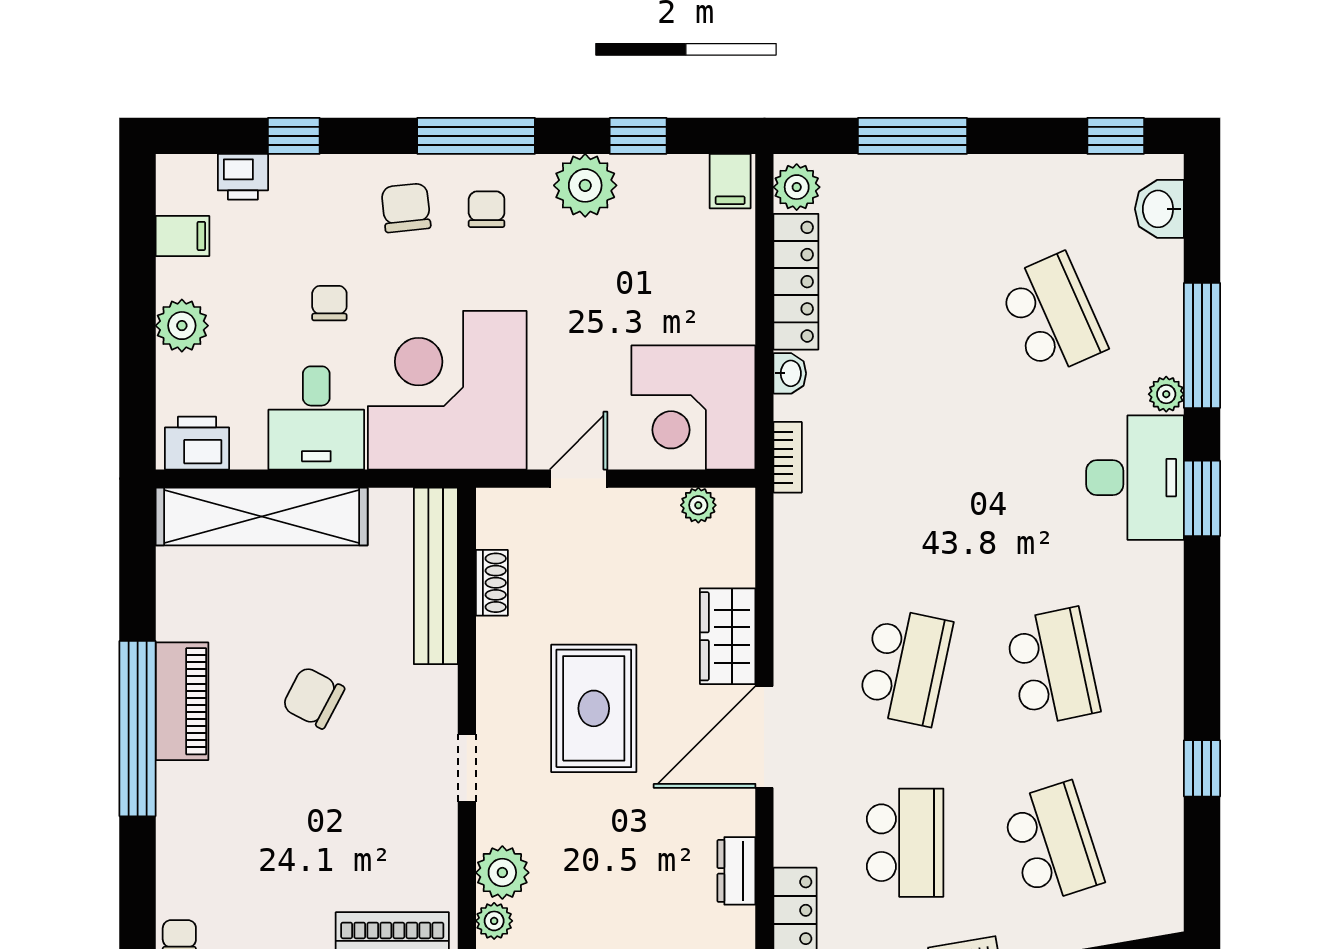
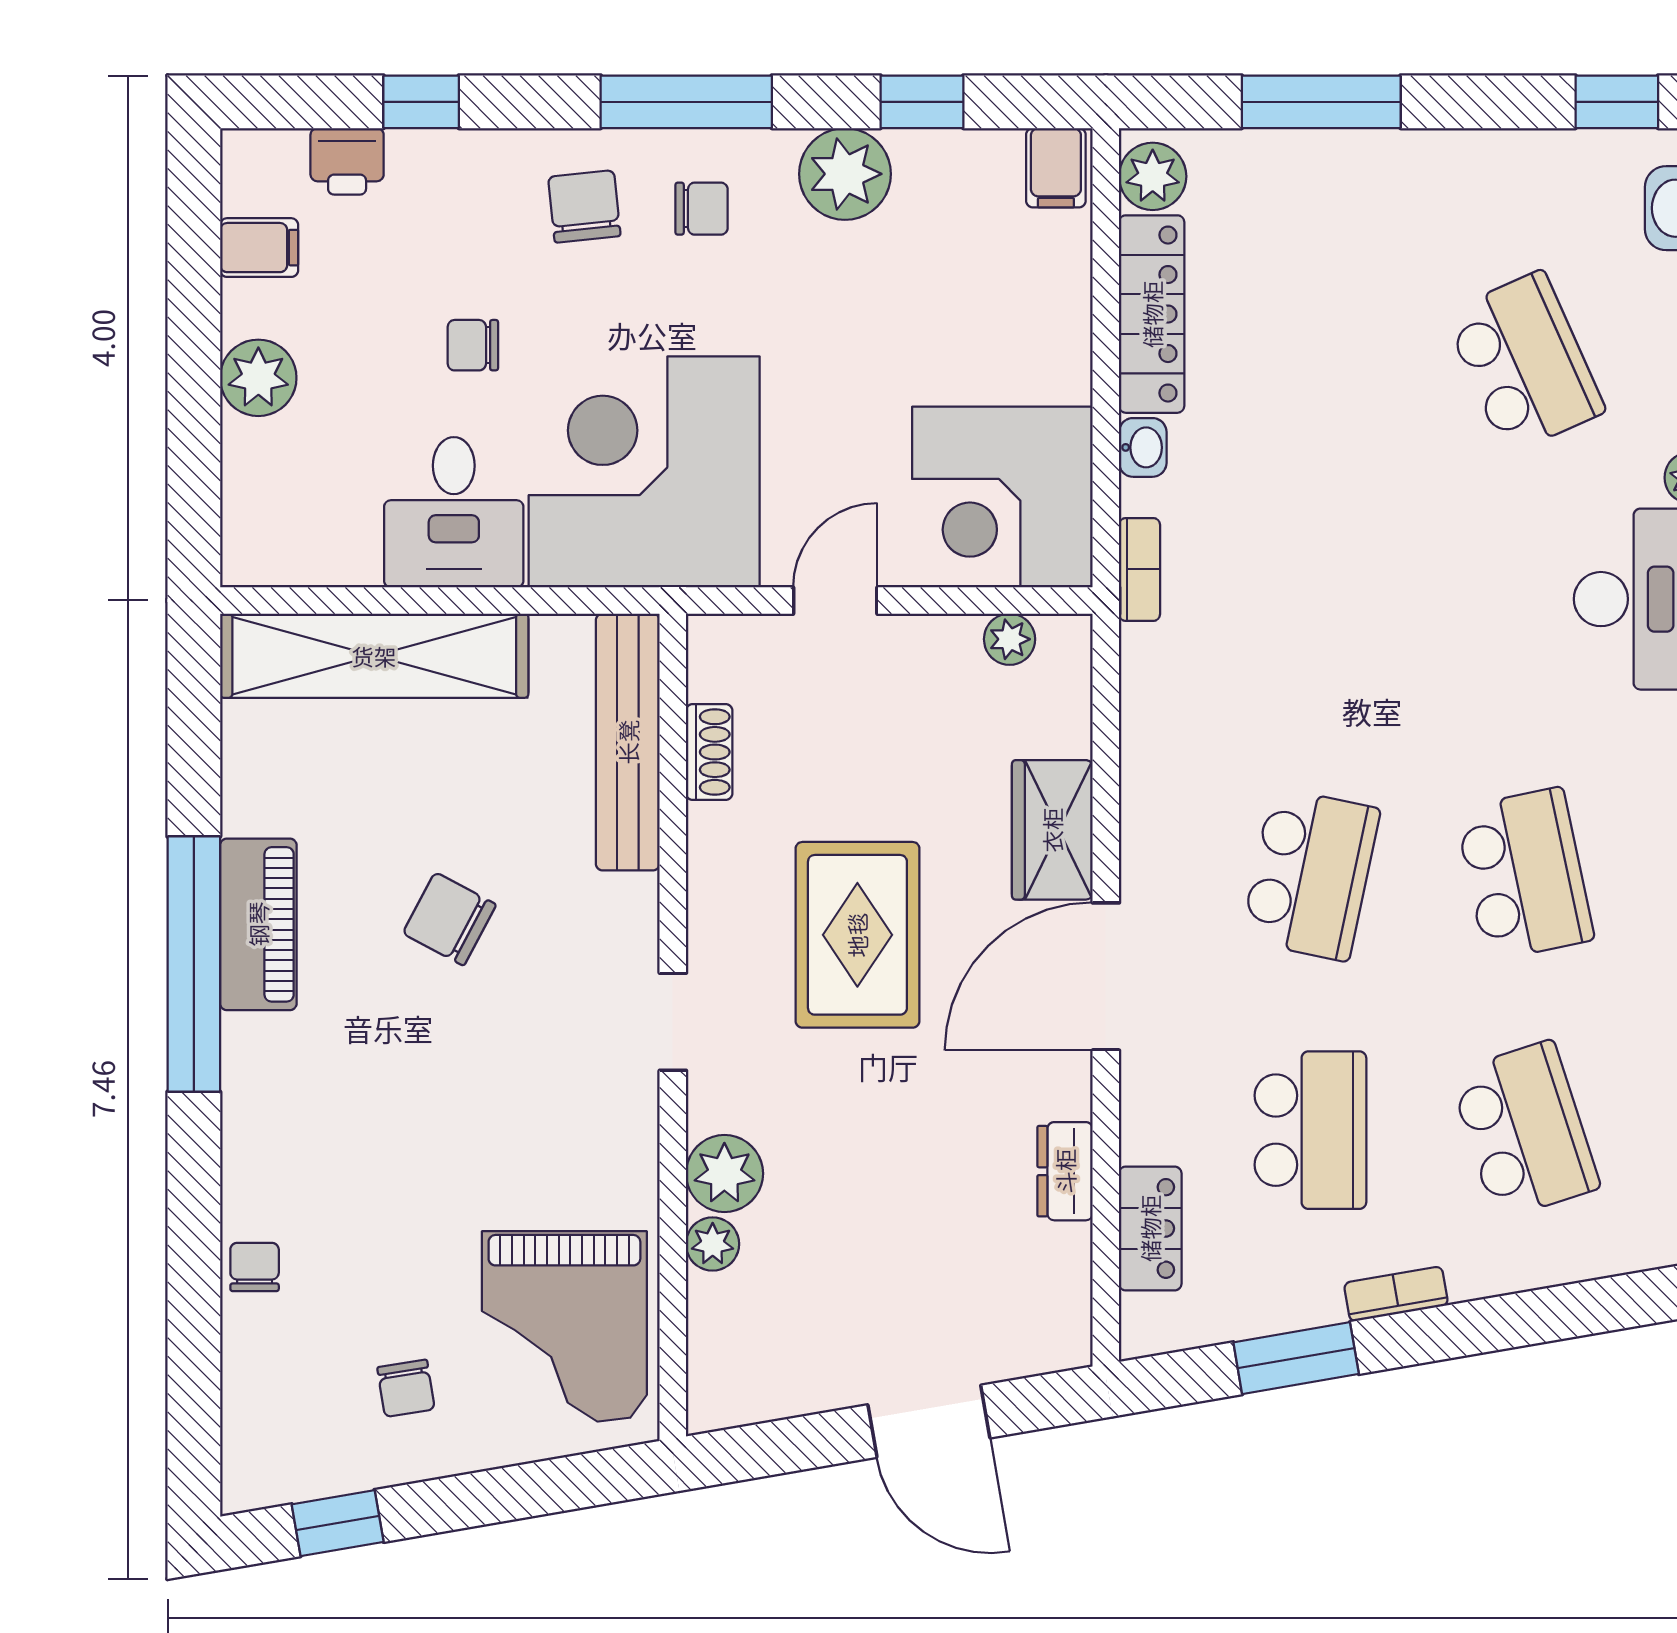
chair: (487, 209) -> (702, 209), turned 90
chair: (329, 303) -> (473, 345), turned -90
printer: (197, 443) -> (280, 549), removed

